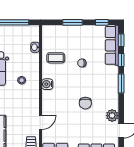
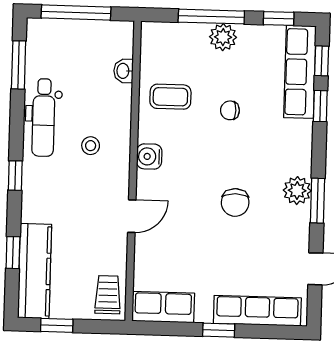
window: (73, 22) -> (211, 17), width x1.44
plant: (78, 31) -> (223, 37), added
window: (121, 84) -> (317, 201), moved
plant: (112, 116) -> (297, 191), moved
door: (40, 122) -> (132, 216), moved

